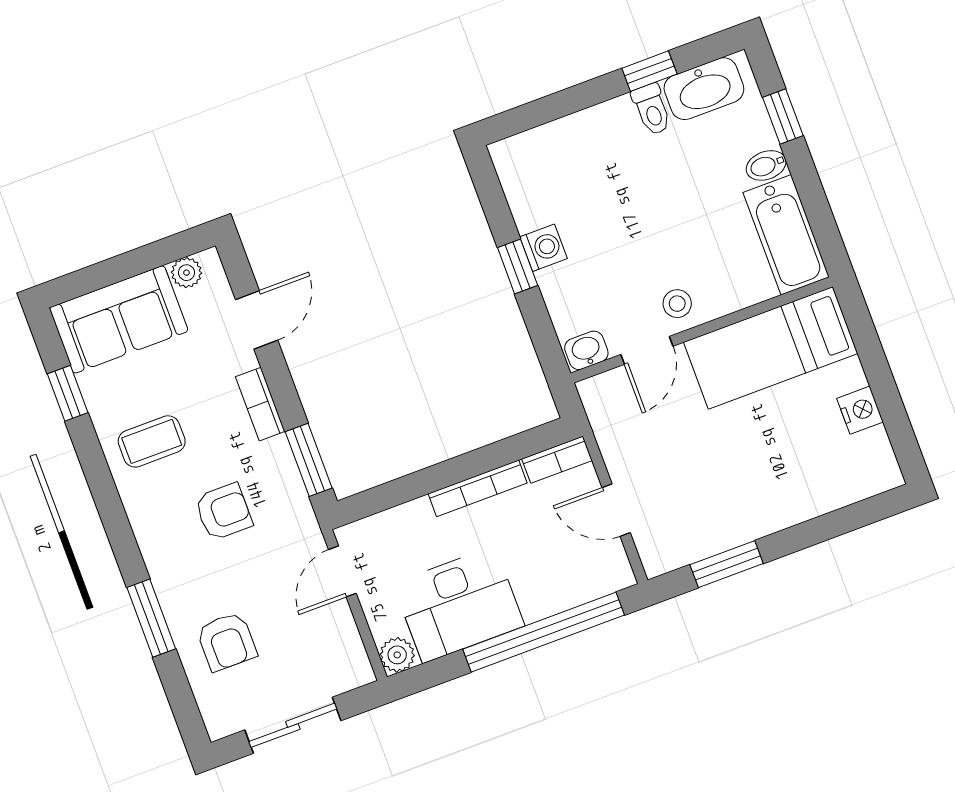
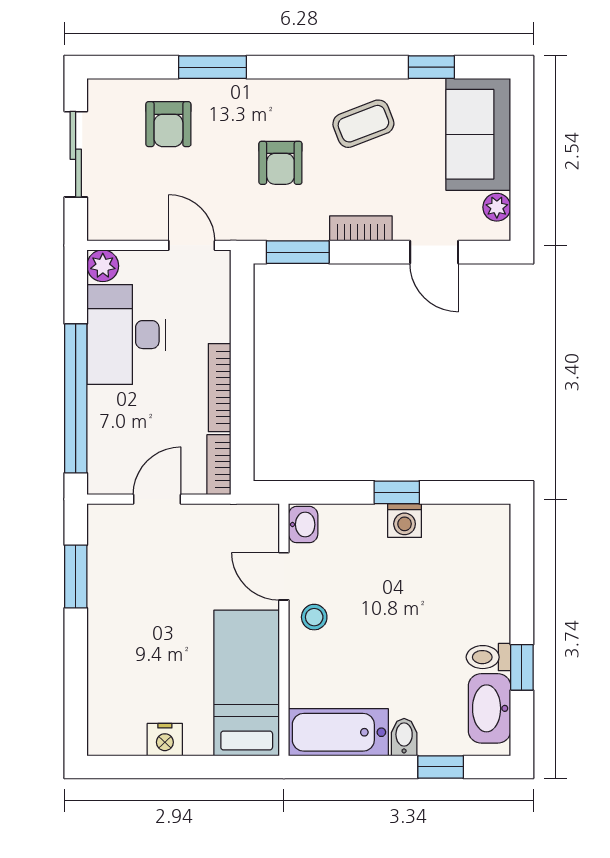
coffee table: (152, 441) -> (363, 124), turned 69
armchair: (227, 642) -> (168, 124), turned -90

